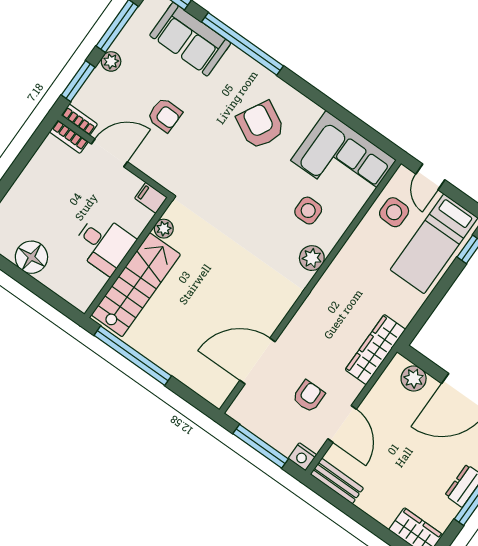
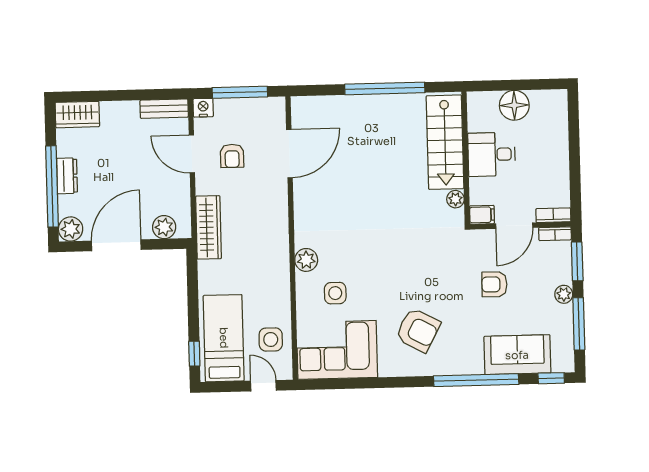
filing cabinet: (151, 198) -> (482, 215), moved
plant: (164, 229) -> (455, 199), moved
desk: (104, 244) -> (491, 154), moved
wall: (128, 258) -> (466, 158), moved
stairs: (136, 285) -> (445, 142), moved

